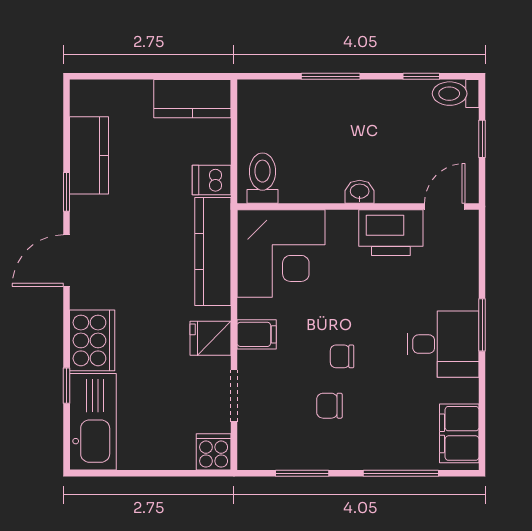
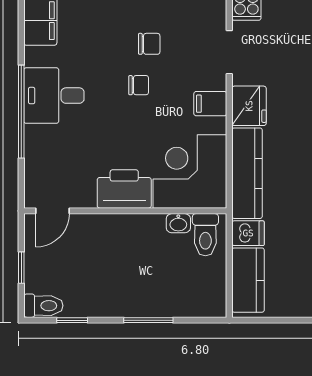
kitchen counter: (192, 99) -> (248, 280), moved, turned 90
washbasin: (360, 192) -> (178, 223), moved
printer: (391, 233) -> (124, 189), moved
window: (482, 325) -> (21, 112), width x2.11
fridge: (211, 338) -> (249, 106), width x1.38

